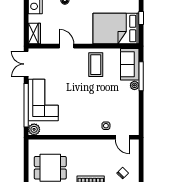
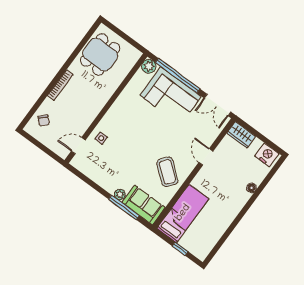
bed: (116, 29) -> (183, 213), width x0.67
door: (67, 46) -> (206, 157), swing flipped
double door: (26, 64) -> (218, 105), swing flipped
coffee table: (96, 65) -> (167, 172), turned 39

